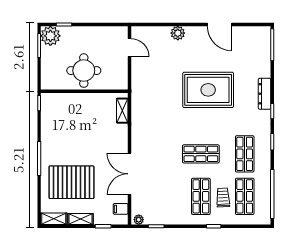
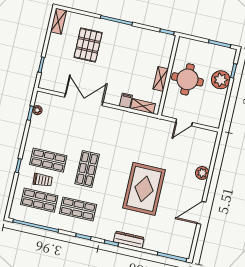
plant: (50, 36) -> (221, 80), moved
door: (129, 48) -> (184, 122), moved
pallet: (72, 182) -> (88, 45), width x0.73, depth x0.71
filing cabinet: (121, 209) -> (126, 101), moved
shelving: (81, 219) -> (161, 79), moved
plant: (139, 220) -> (37, 110), moved

